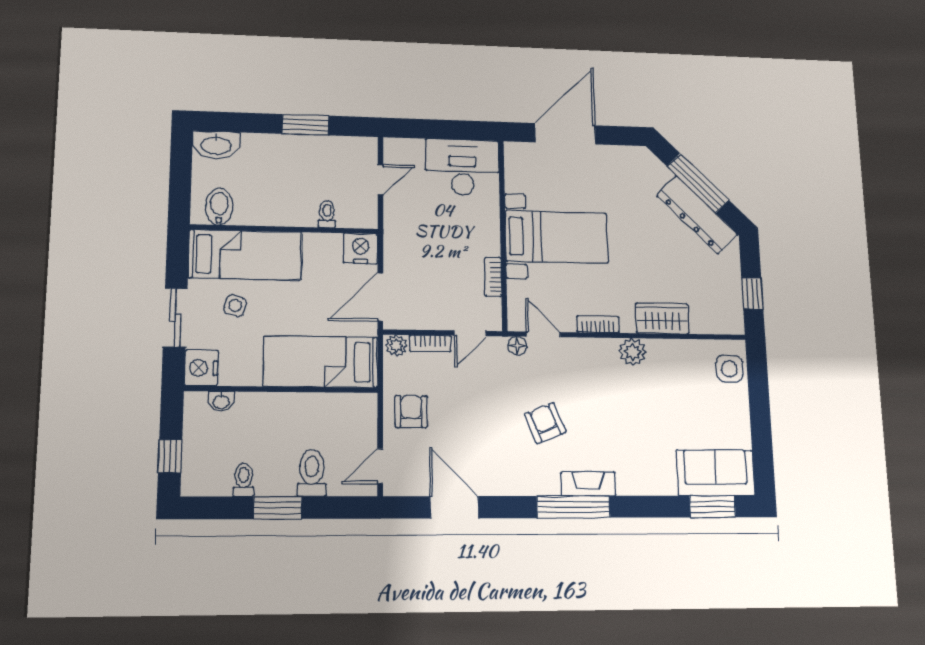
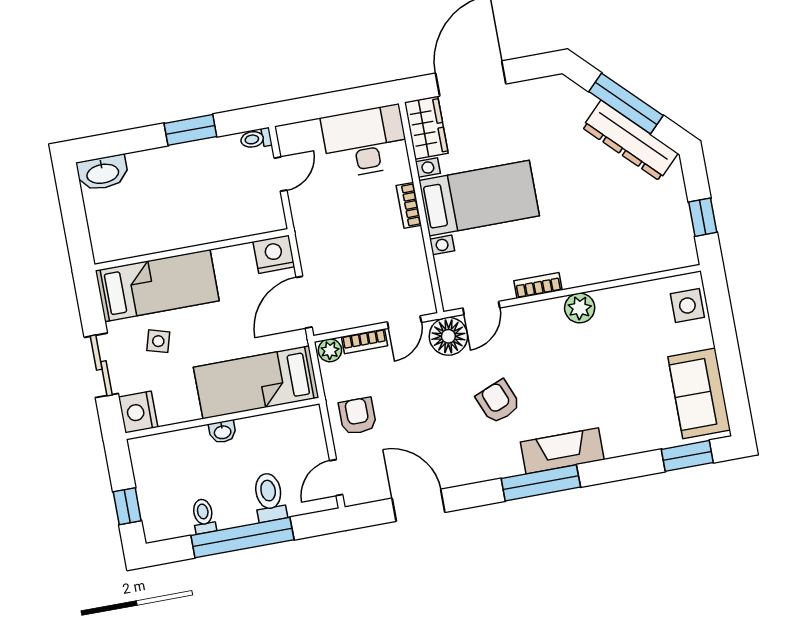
bidet: (219, 207) -> (120, 239), removed
toilet: (327, 214) -> (256, 139), moved, turned -90
bookcase: (493, 277) -> (409, 205), moved
wardrobe: (662, 318) -> (426, 128), moved, turned 90
door: (543, 334) -> (481, 308), swing flipped
floor lamp: (517, 346) -> (448, 336), width x1.89, depth x1.89
washbasin: (221, 401) -> (222, 432), moved
sofa: (716, 473) -> (699, 393), moved, turned -90
fireplace: (588, 484) -> (562, 451), width x1.37, depth x1.32
window: (278, 508) -> (242, 538), width x2.11

